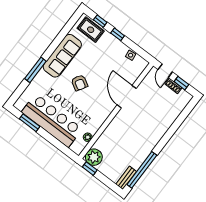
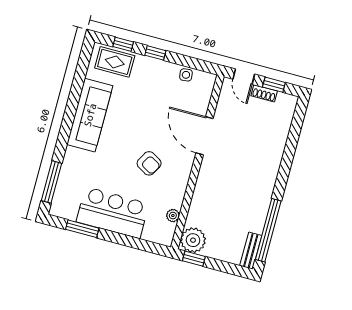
window: (35, 70) -> (52, 182), moved
armchair: (79, 83) -> (149, 163), moved
bar counter: (52, 120) -> (113, 213), width x0.73

